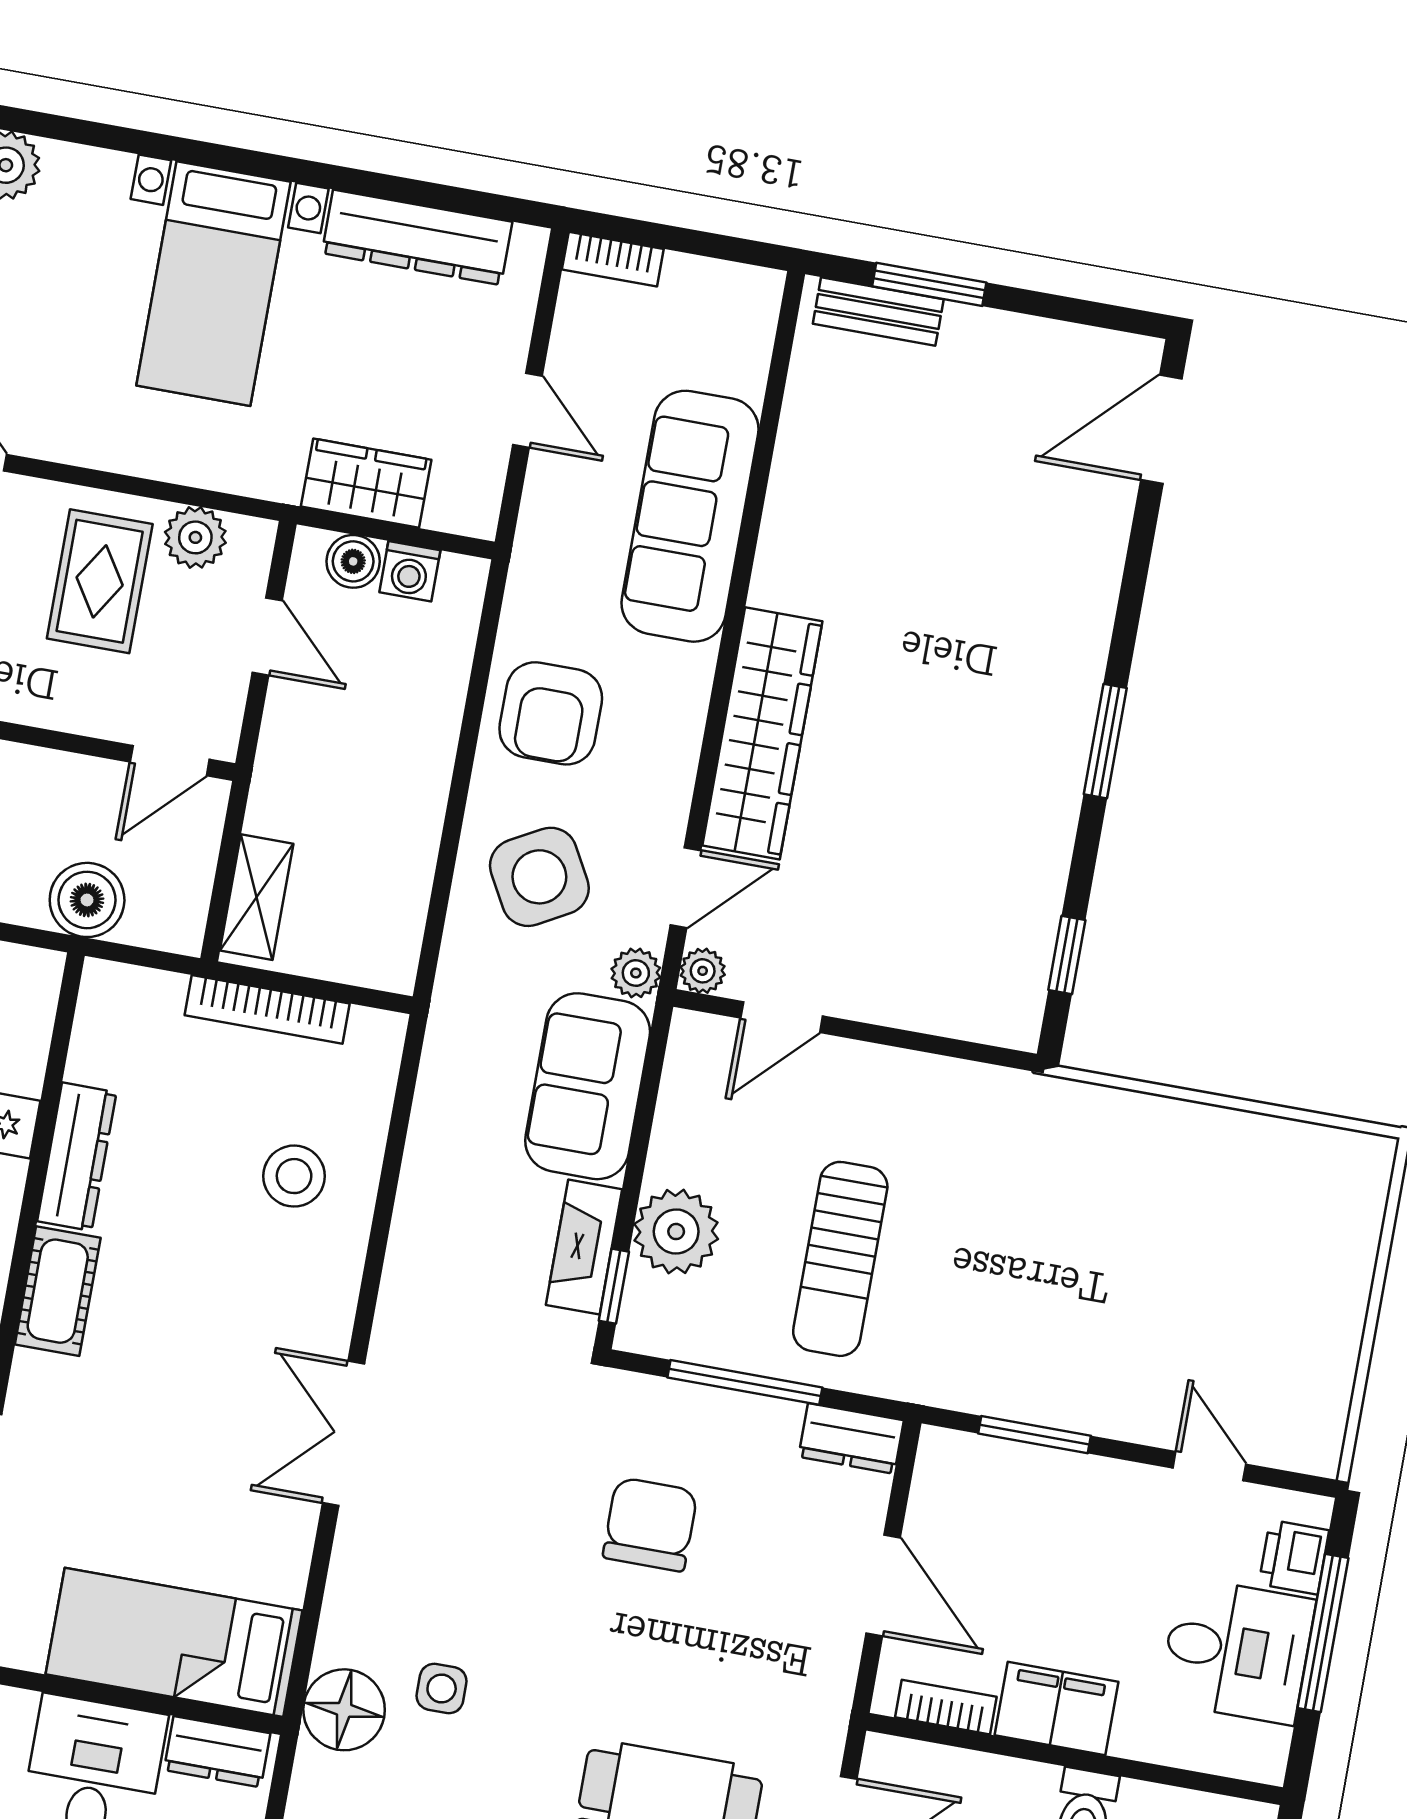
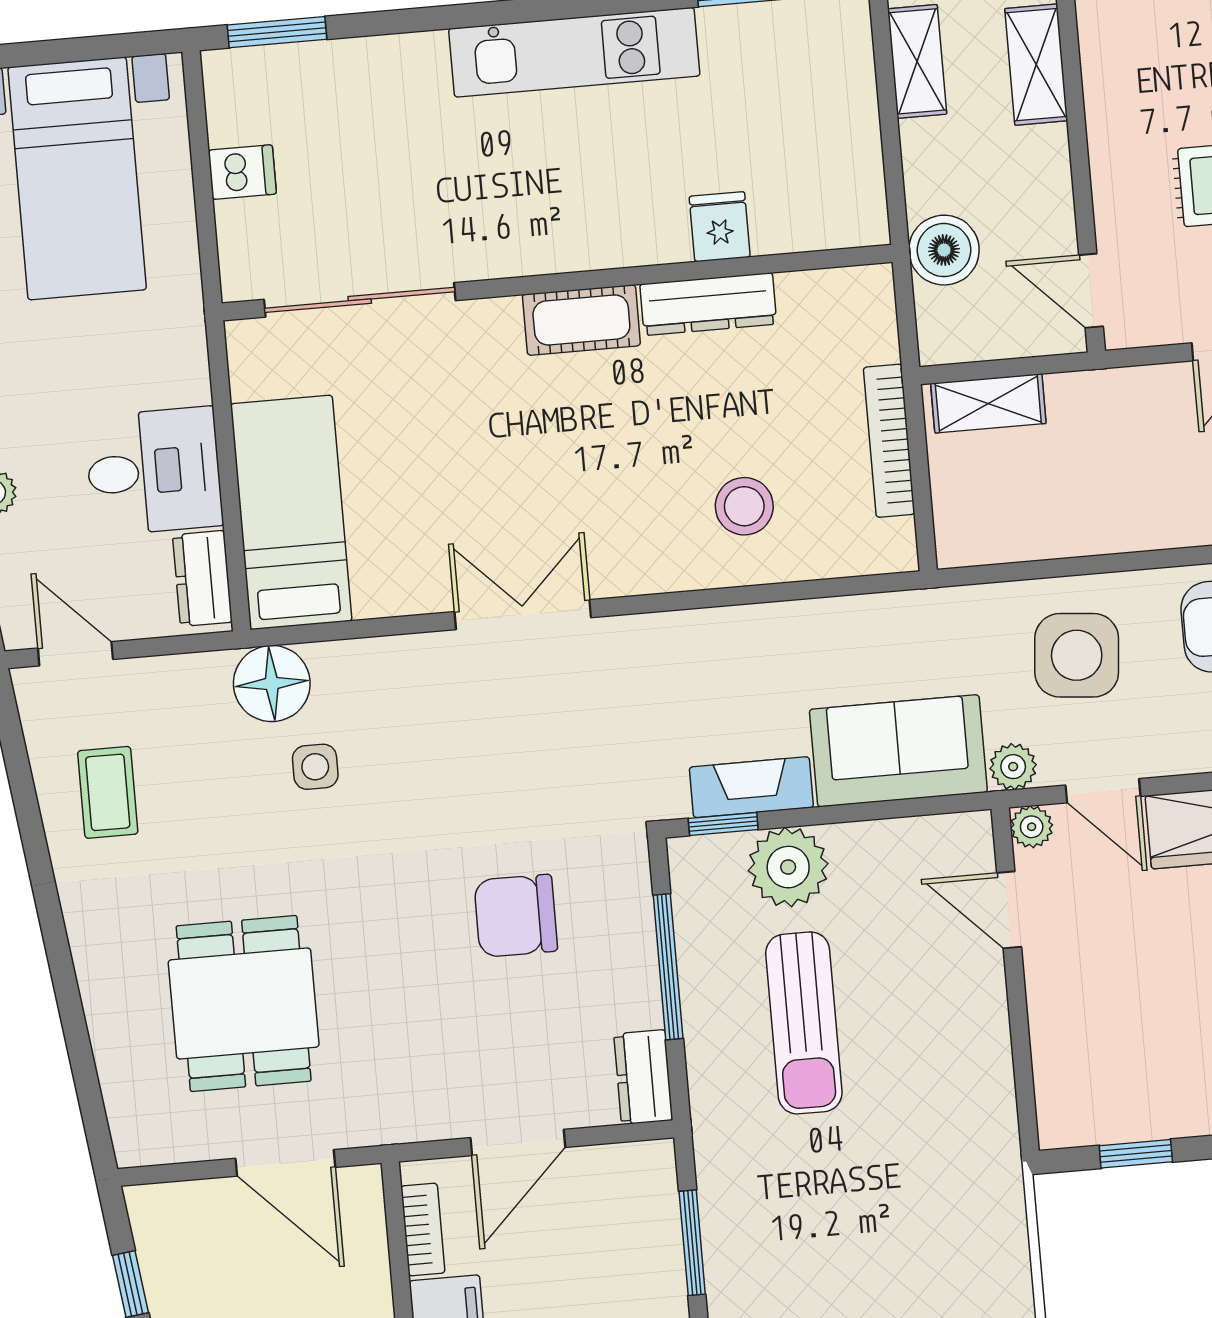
side table: (539, 877) -> (1077, 655), turned 34
sun lounger: (840, 1259) -> (804, 1023), turned -90
chair: (650, 1524) -> (516, 916), turned 180

